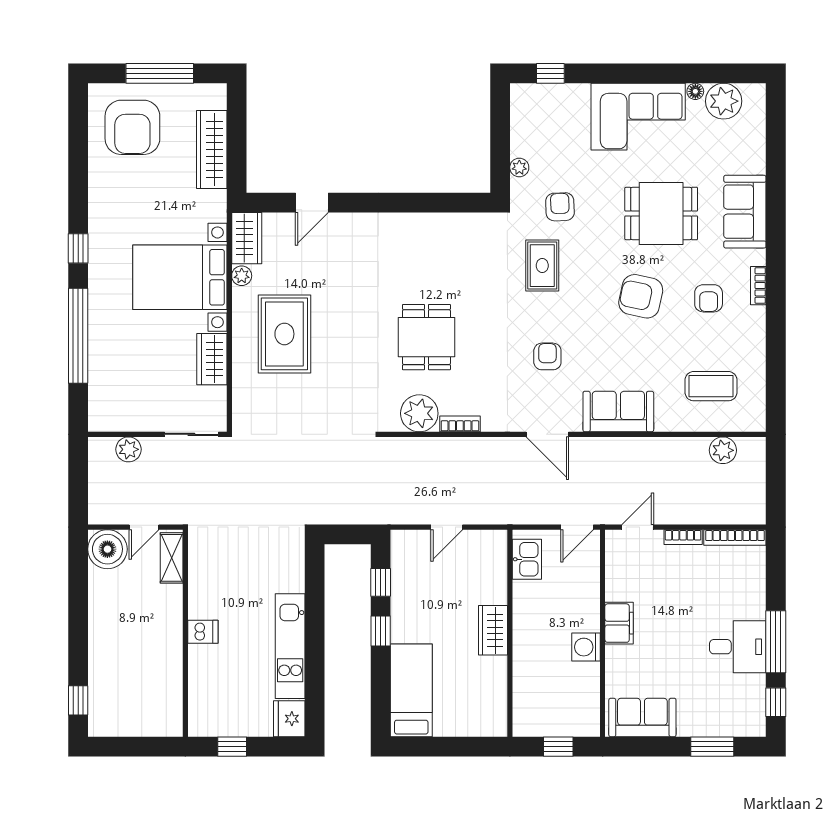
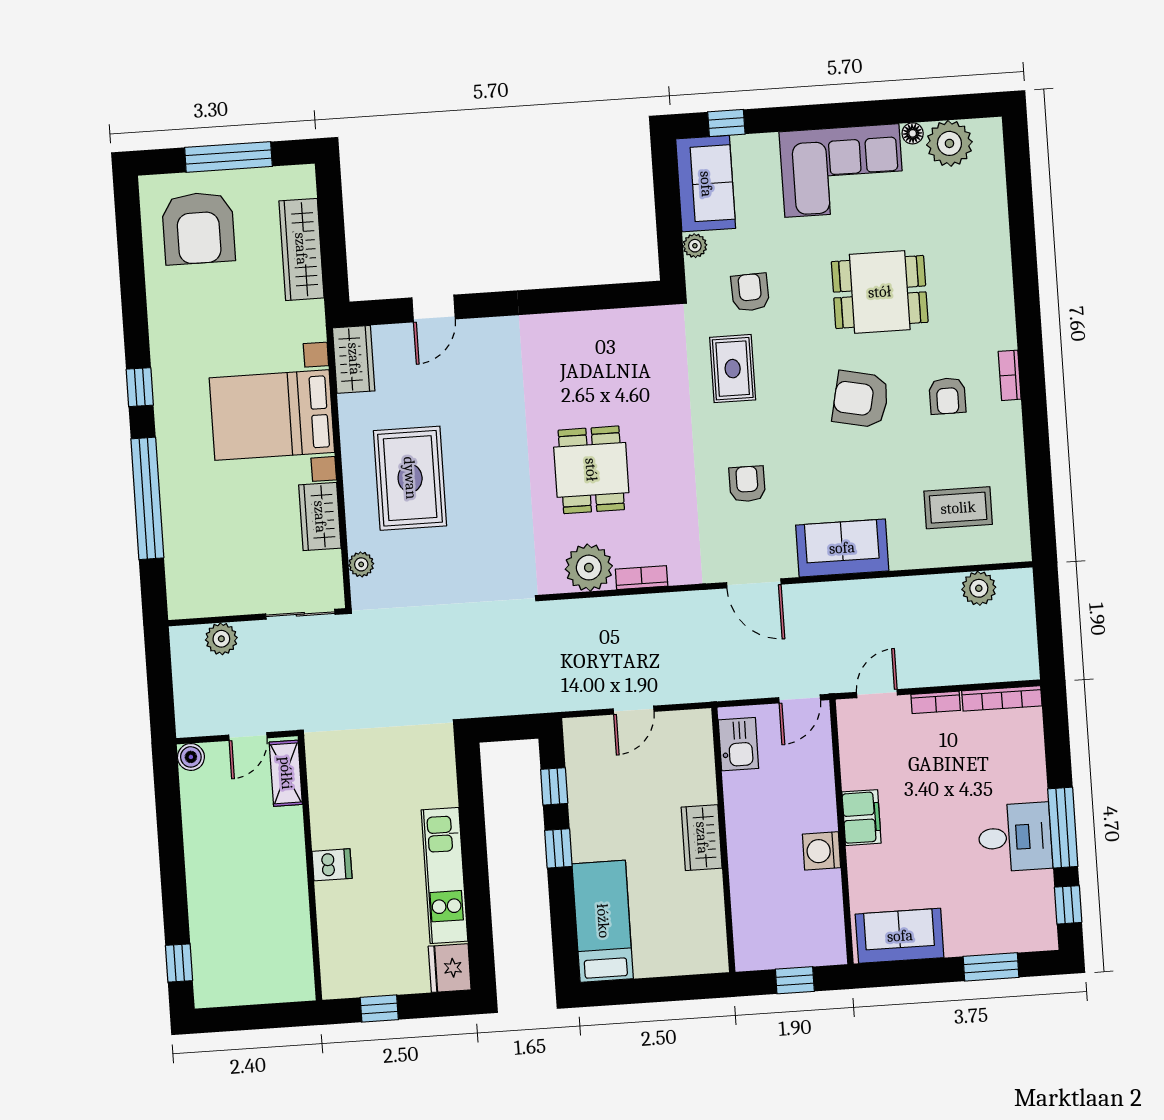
sofa: (745, 212) -> (706, 184), moved, turned 180
plant: (242, 276) -> (361, 564), moved
boiler: (107, 549) -> (191, 757), width x0.54, depth x0.54

